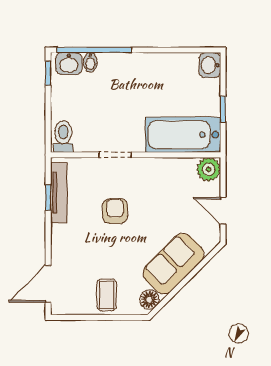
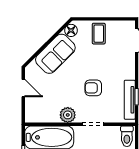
plant: (209, 169) -> (68, 115), moved
armchair: (115, 211) -> (93, 88), turned 90

